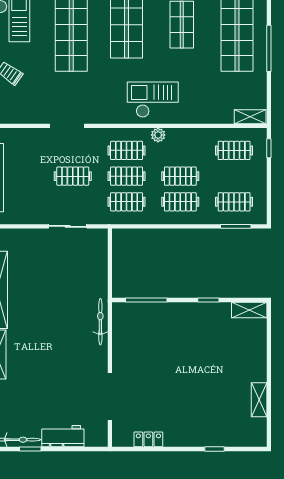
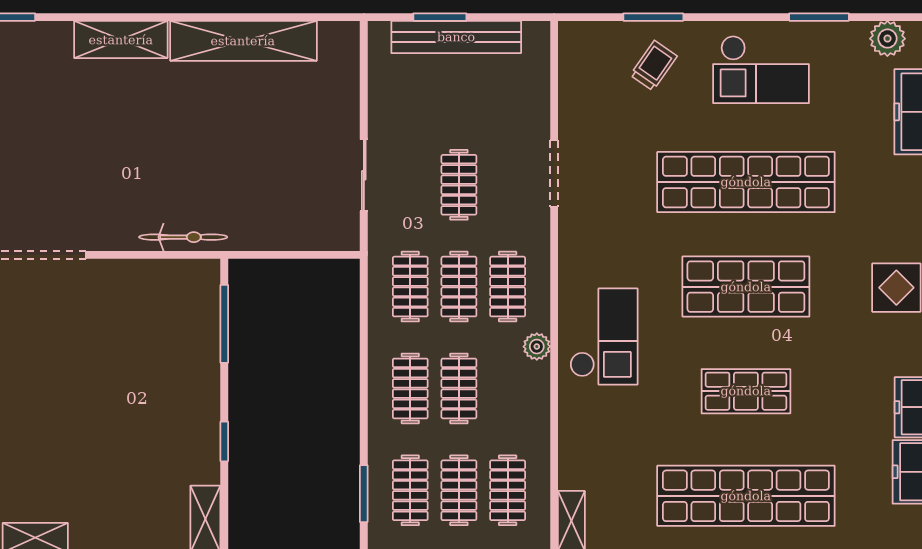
clothes rail: (234, 176) -> (459, 490), added

